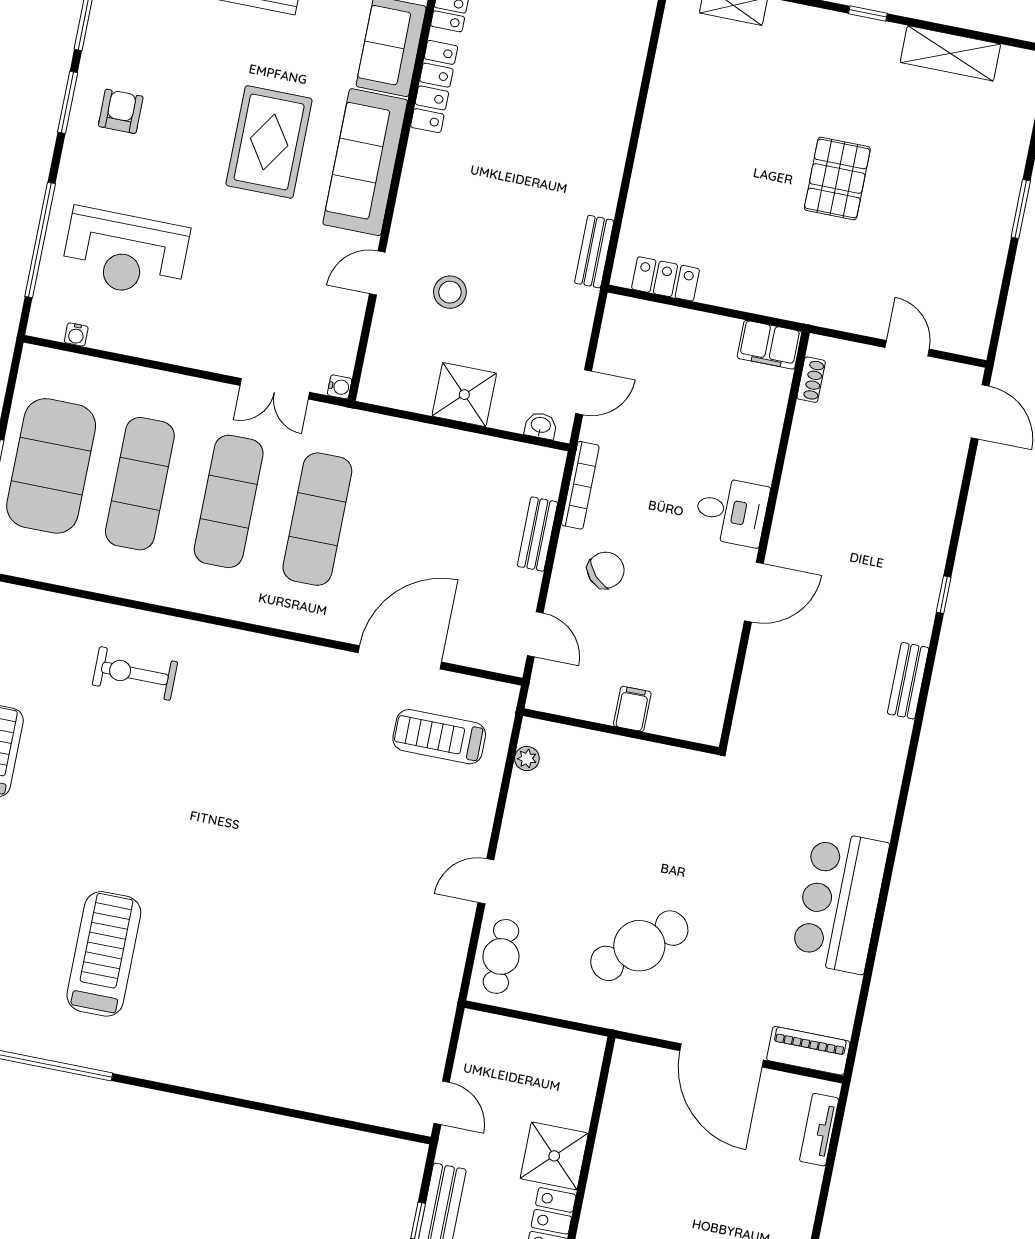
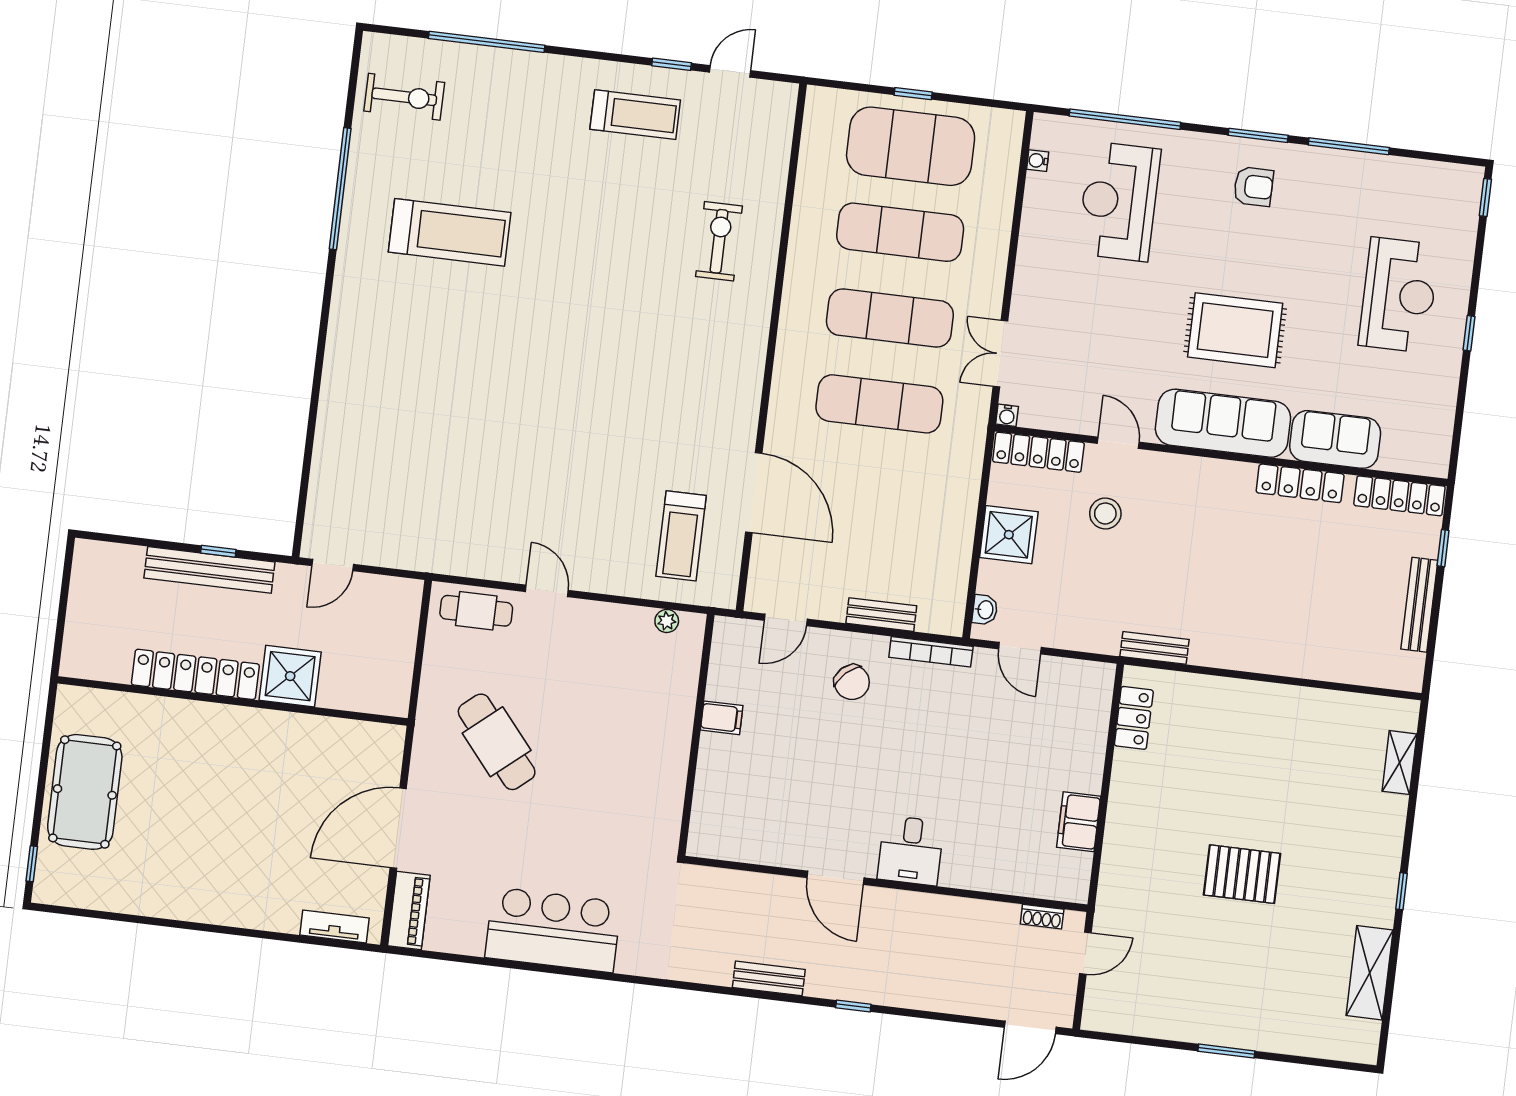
locker: (381, 357) -> (1038, 452), added
shoe rack: (811, 380) -> (1042, 917), moved
desk: (731, 511) -> (911, 850), moved
wall: (764, 540) -> (886, 884), moved
door: (754, 592) -> (835, 878), moved
treadmill: (439, 737) -> (681, 536), turned 180

